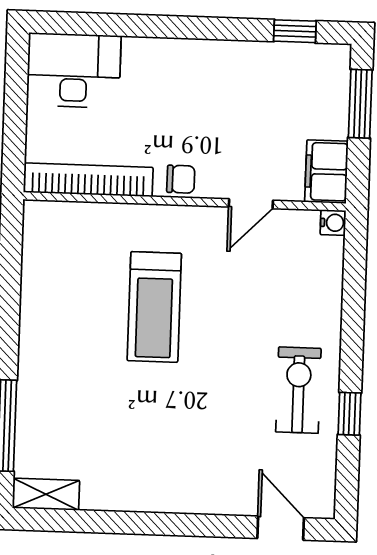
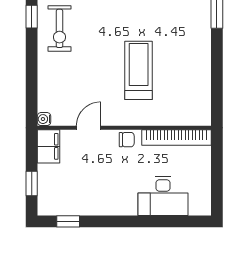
desk: (74, 70) -> (163, 196), moved
window: (360, 104) -> (32, 184), width x0.67
chair: (181, 179) -> (127, 140), turned 180

